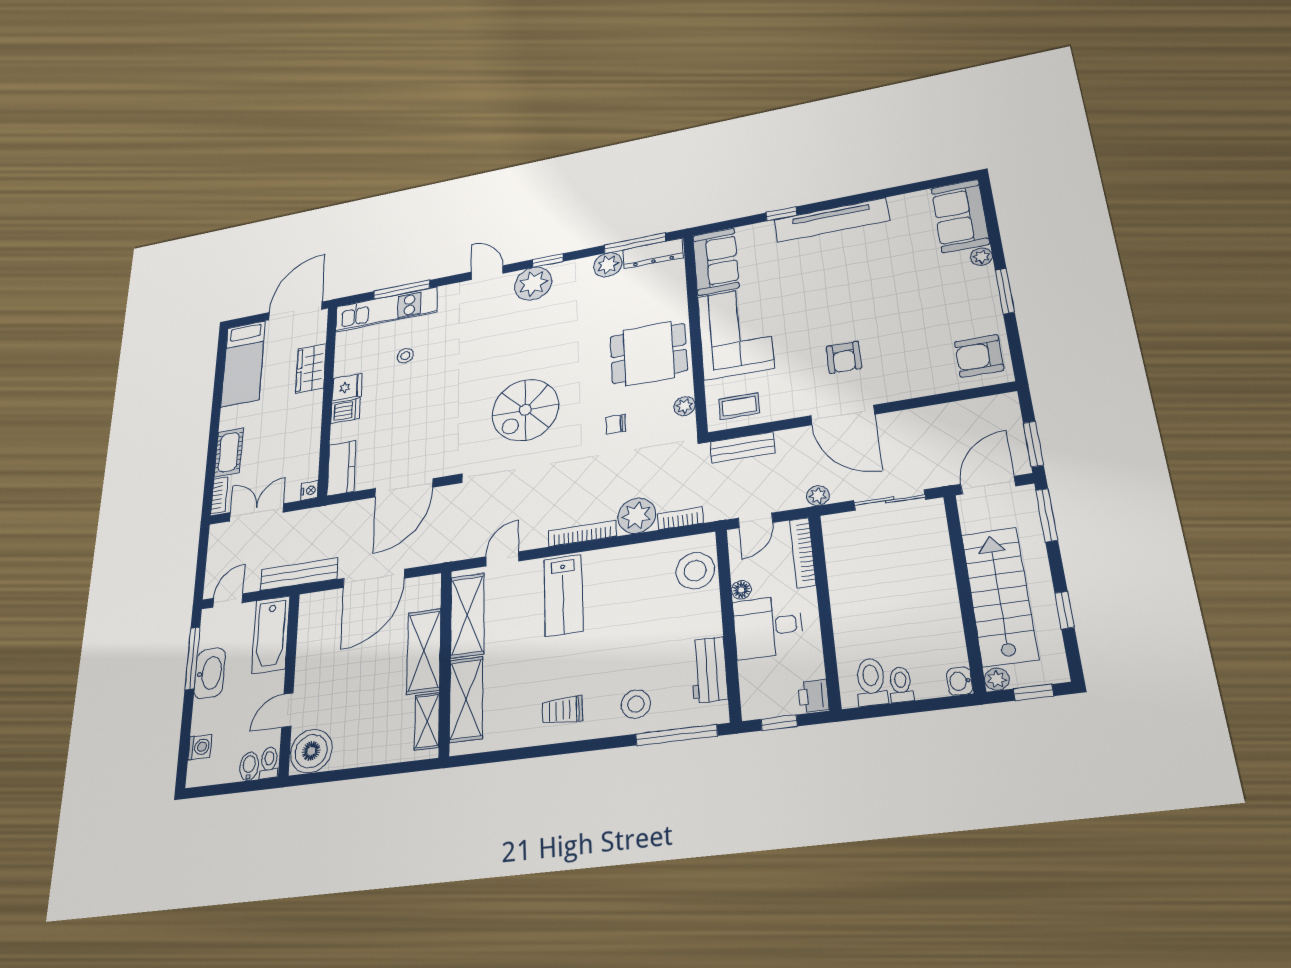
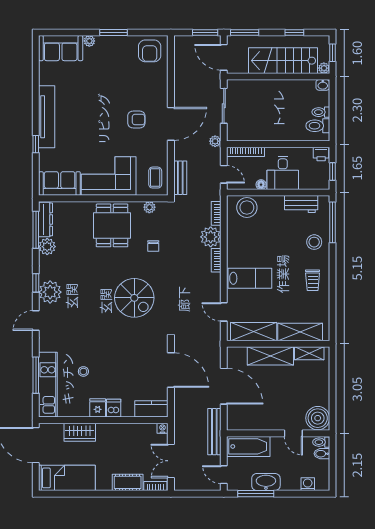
bookcase: (582, 533) -> (216, 260), width x0.64

